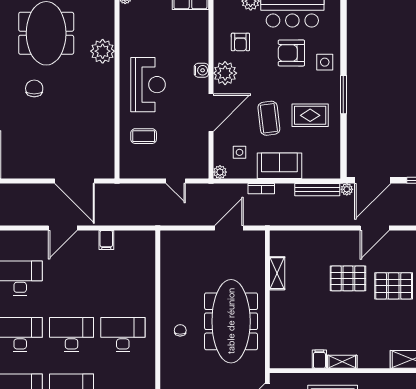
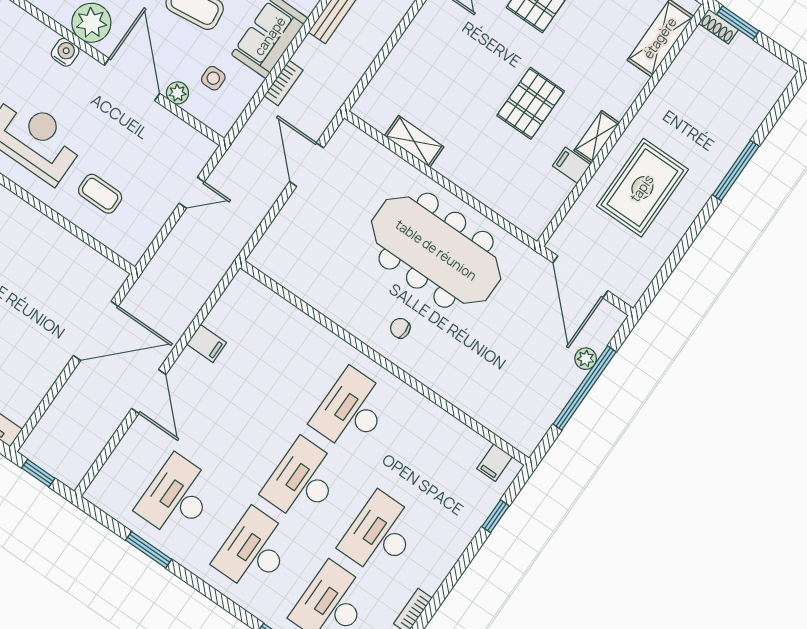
coffee table: (144, 136) -> (100, 194), turned 90
plant: (220, 172) -> (177, 93), moved
pallet: (348, 278) -> (531, 103), moved

